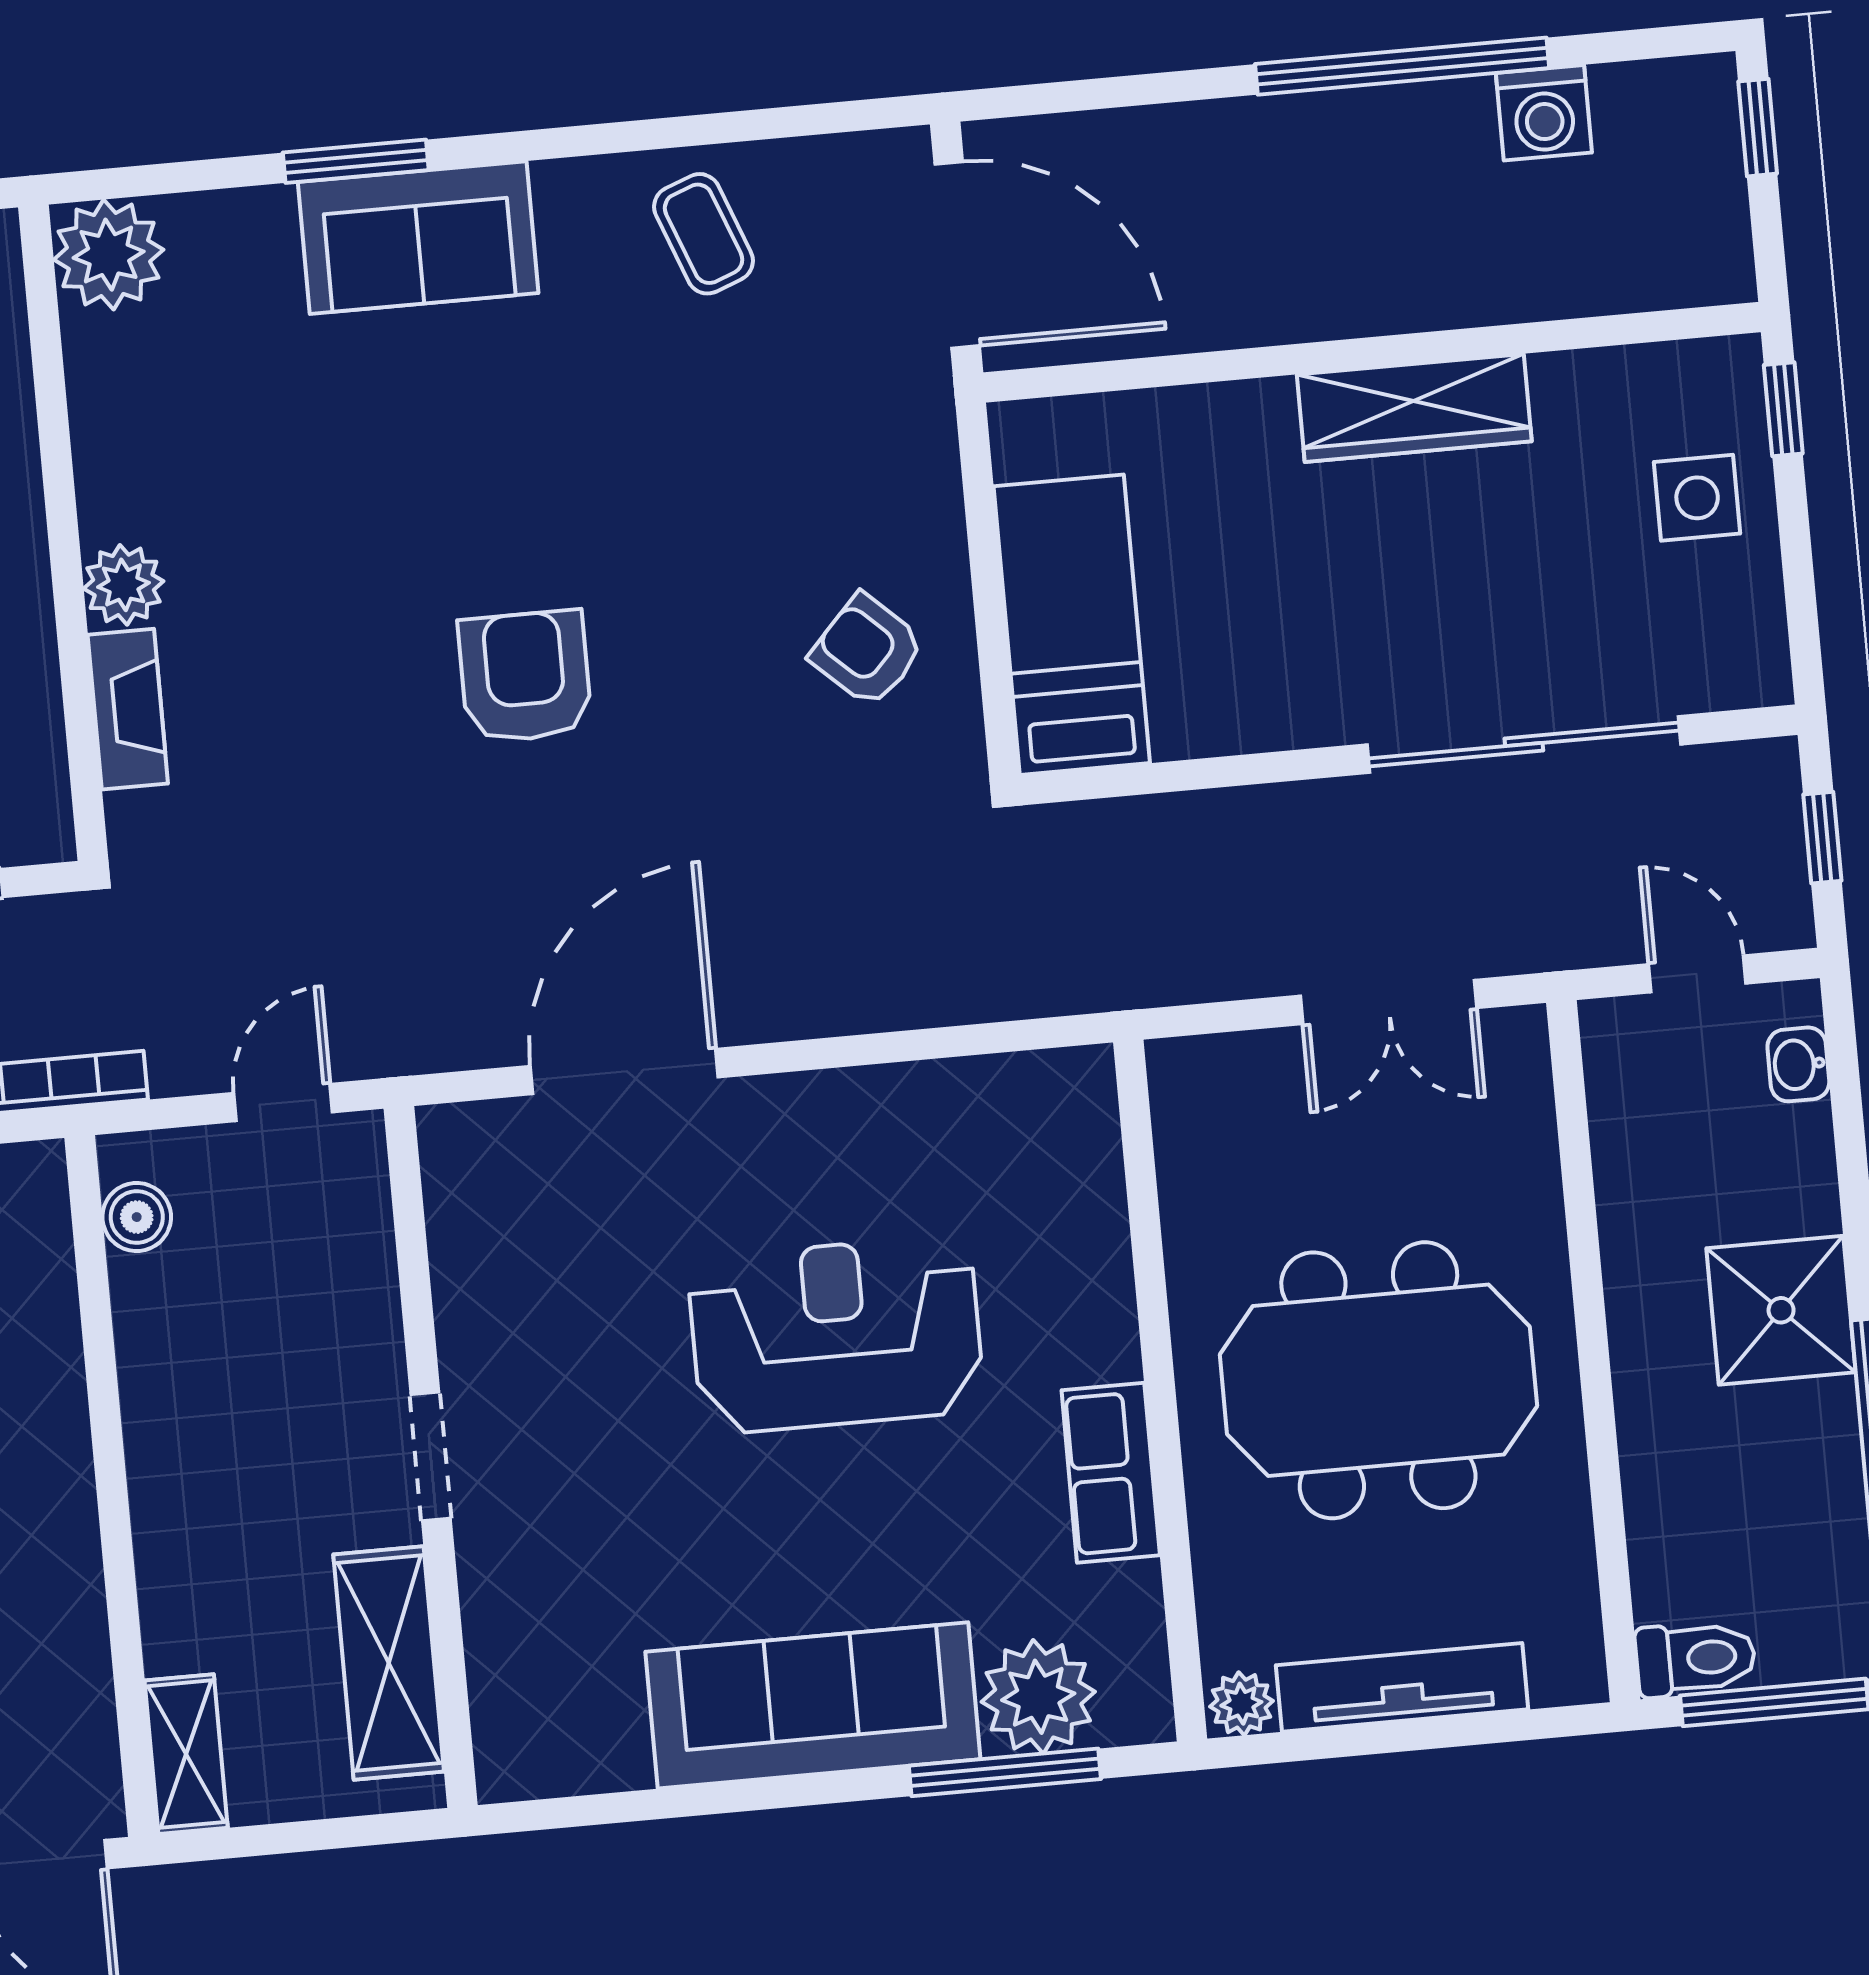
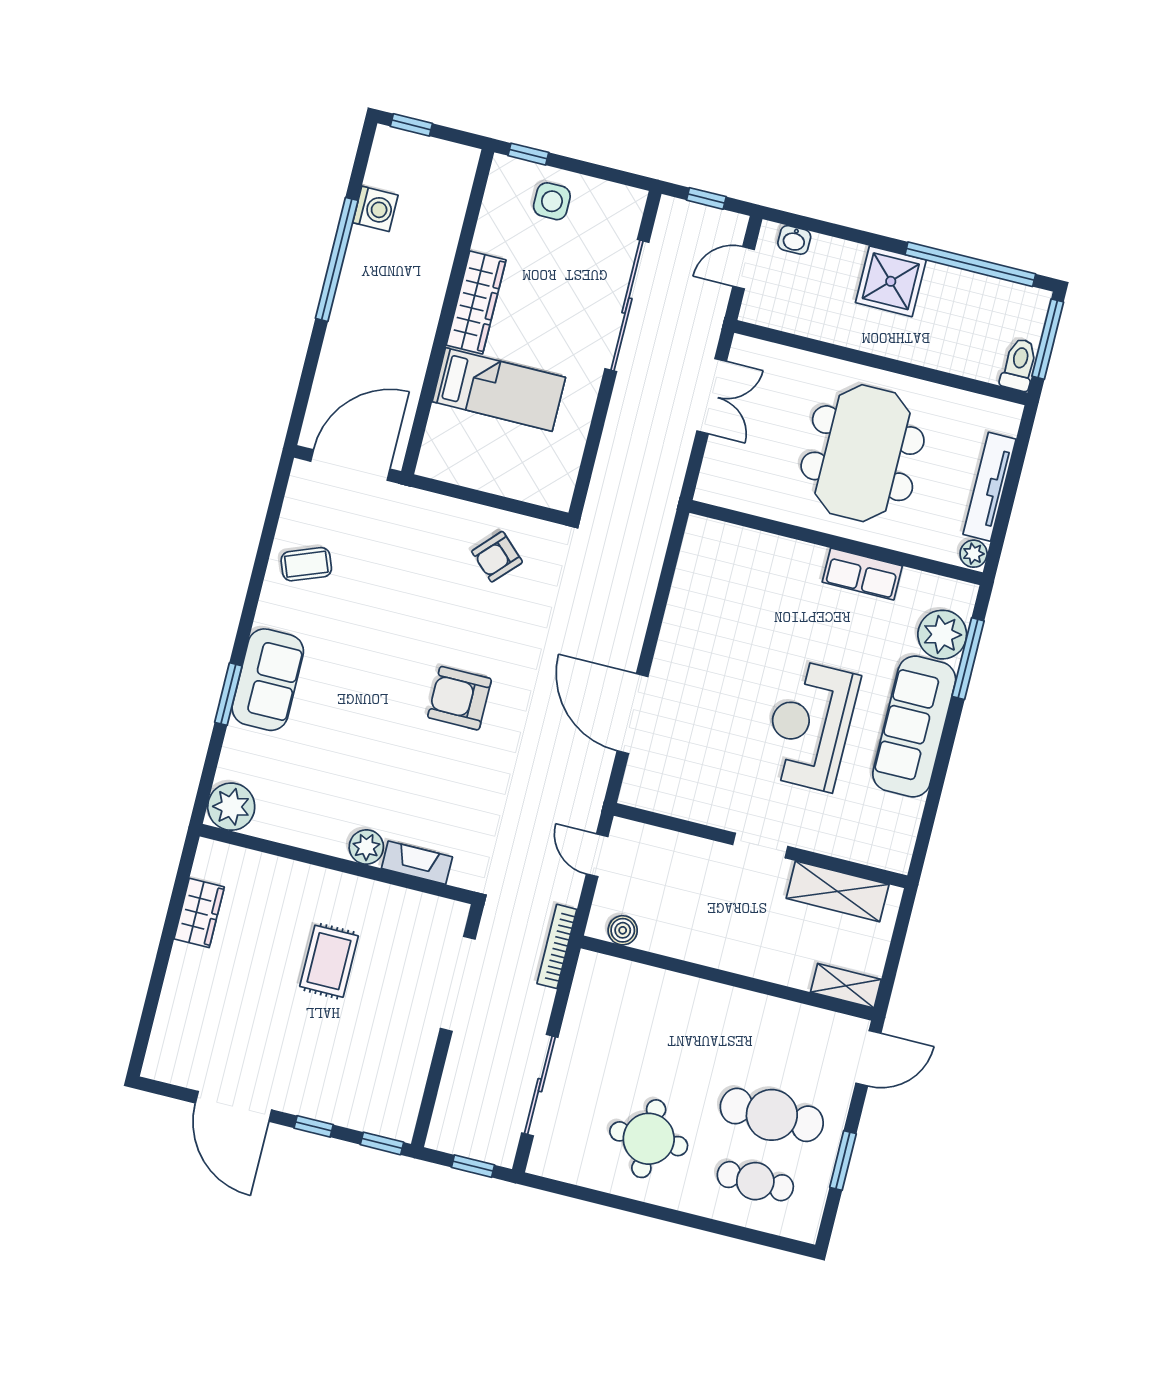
bed: (1072, 625) -> (499, 390), moved, turned 180
reception desk: (836, 1335) -> (810, 725), moved

